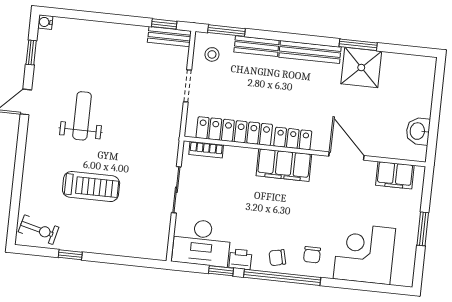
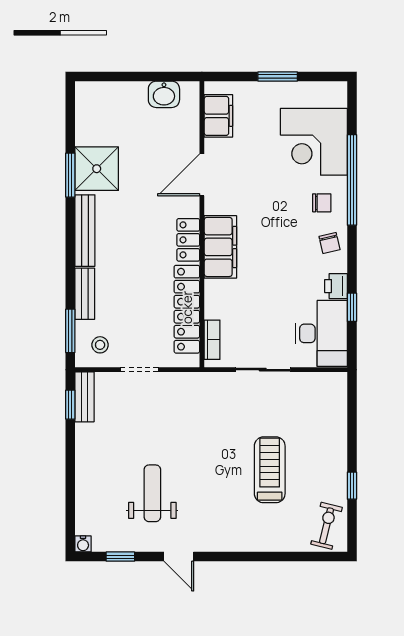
weight bench: (82, 116) -> (152, 493), moved, turned 90
window: (282, 277) -> (352, 180), moved

